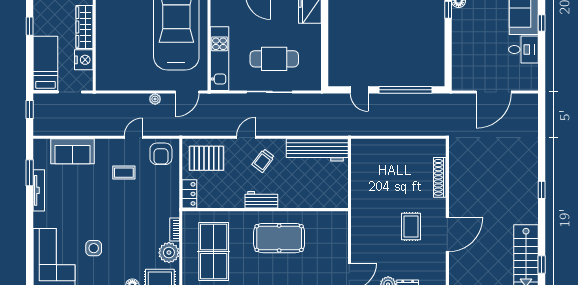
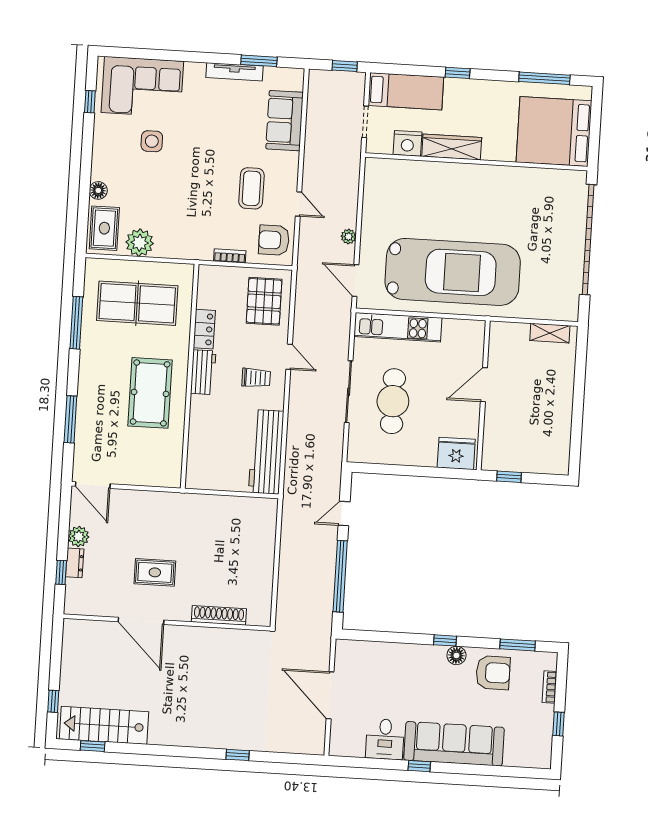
trolley: (263, 161) -> (256, 378), turned 143
coffee table: (124, 173) -> (251, 188), width x1.36, depth x1.30
window: (542, 190) -> (238, 755), moved
locker: (189, 194) -> (204, 329), moved, turned -90
bookcase: (175, 229) -> (230, 256), moved

